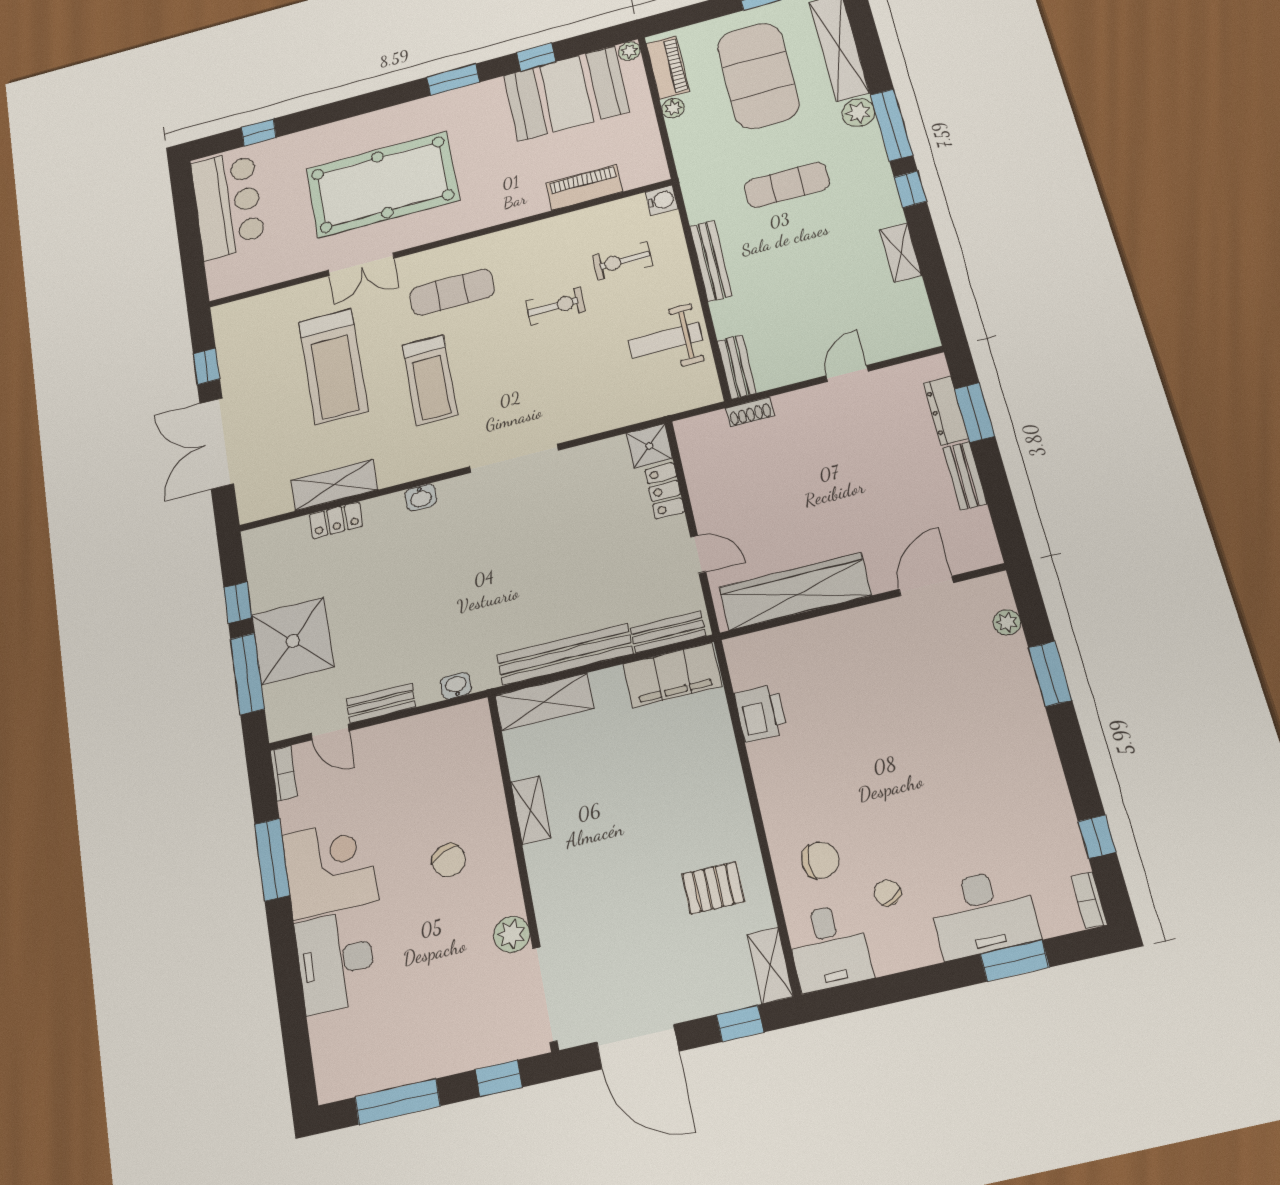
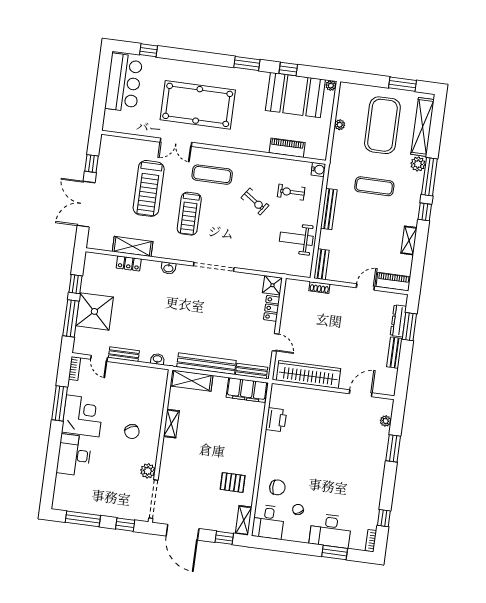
piano: (668, 68) -> (393, 282), moved, turned -90
exercise bike: (555, 306) -> (255, 202), turned 35

